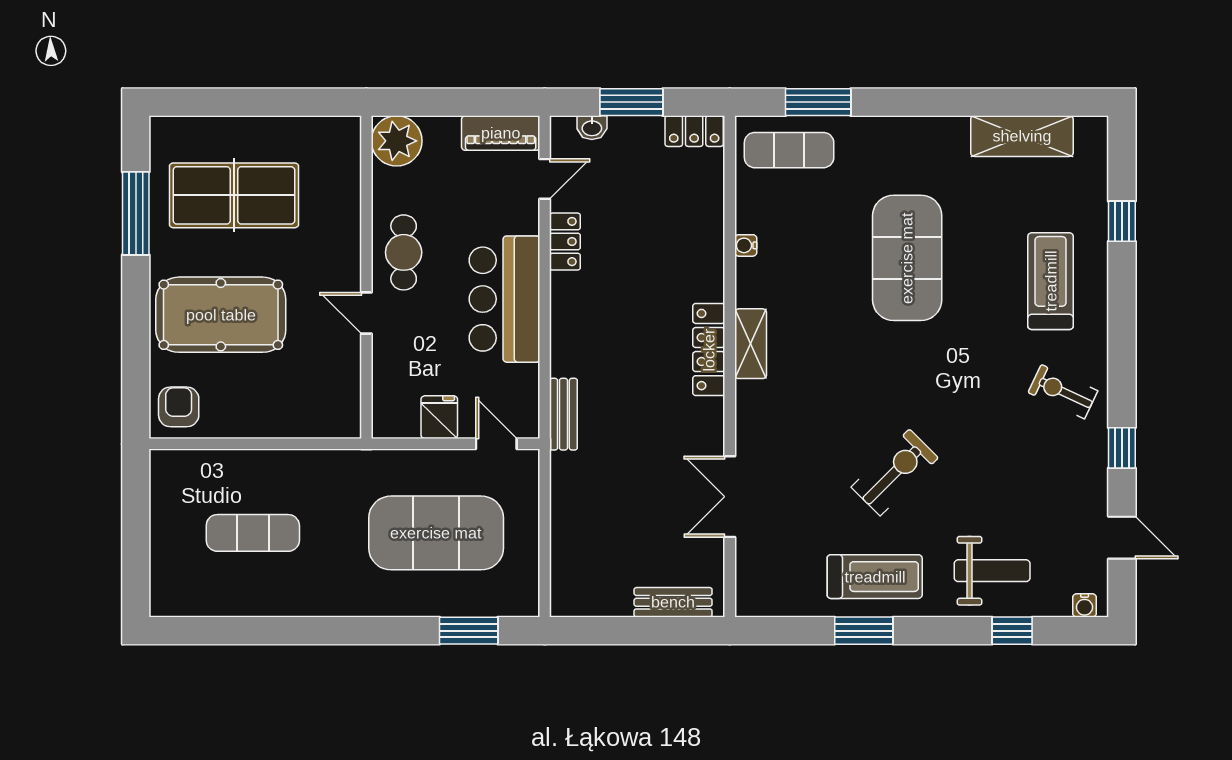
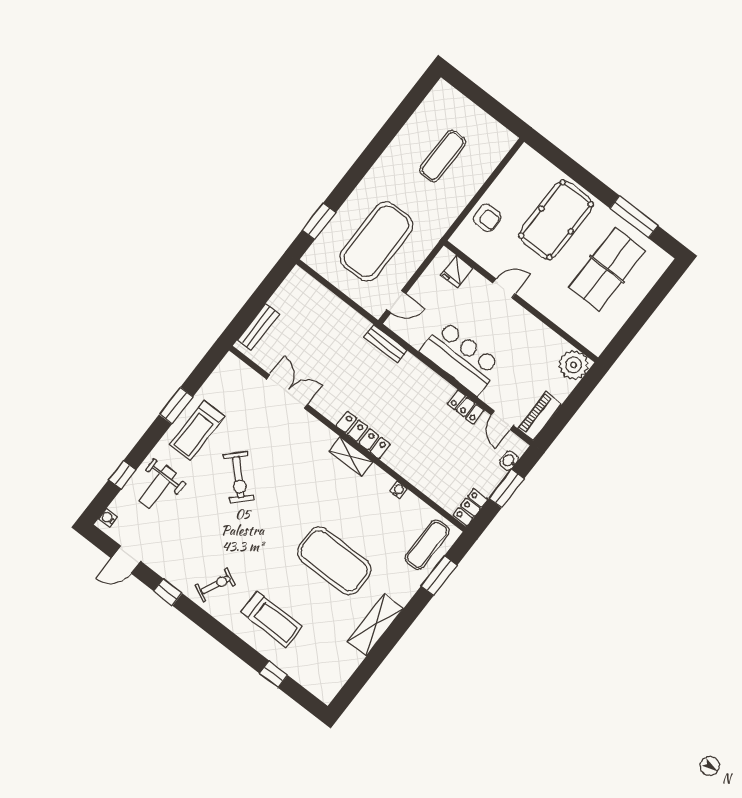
shelving: (1022, 136) -> (375, 625), moved
cafe table: (404, 252) -> (519, 328), removed
armchair: (179, 407) -> (487, 218), moved
fridge: (439, 417) -> (457, 272), moved, turned 90

